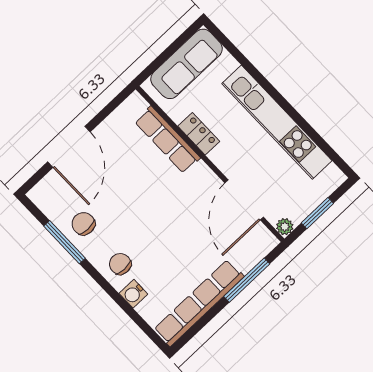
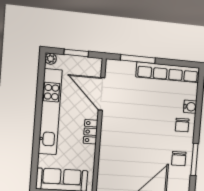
locker: (199, 134) -> (91, 132), moved
row of seats: (167, 140) -> (106, 156), removed
door: (244, 200) -> (102, 94), swing flipped
plant: (285, 227) -> (51, 59), moved

